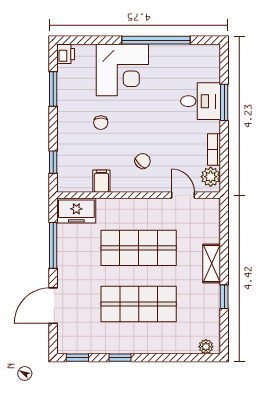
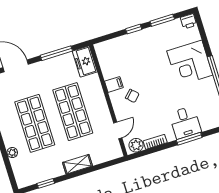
chair: (101, 123) -> (150, 60), removed
window: (53, 162) -> (134, 29), moved
filing cabinet: (101, 181) -> (114, 84), moved
window: (224, 297) -> (46, 183), moved
plant: (206, 347) -> (12, 153), moved

